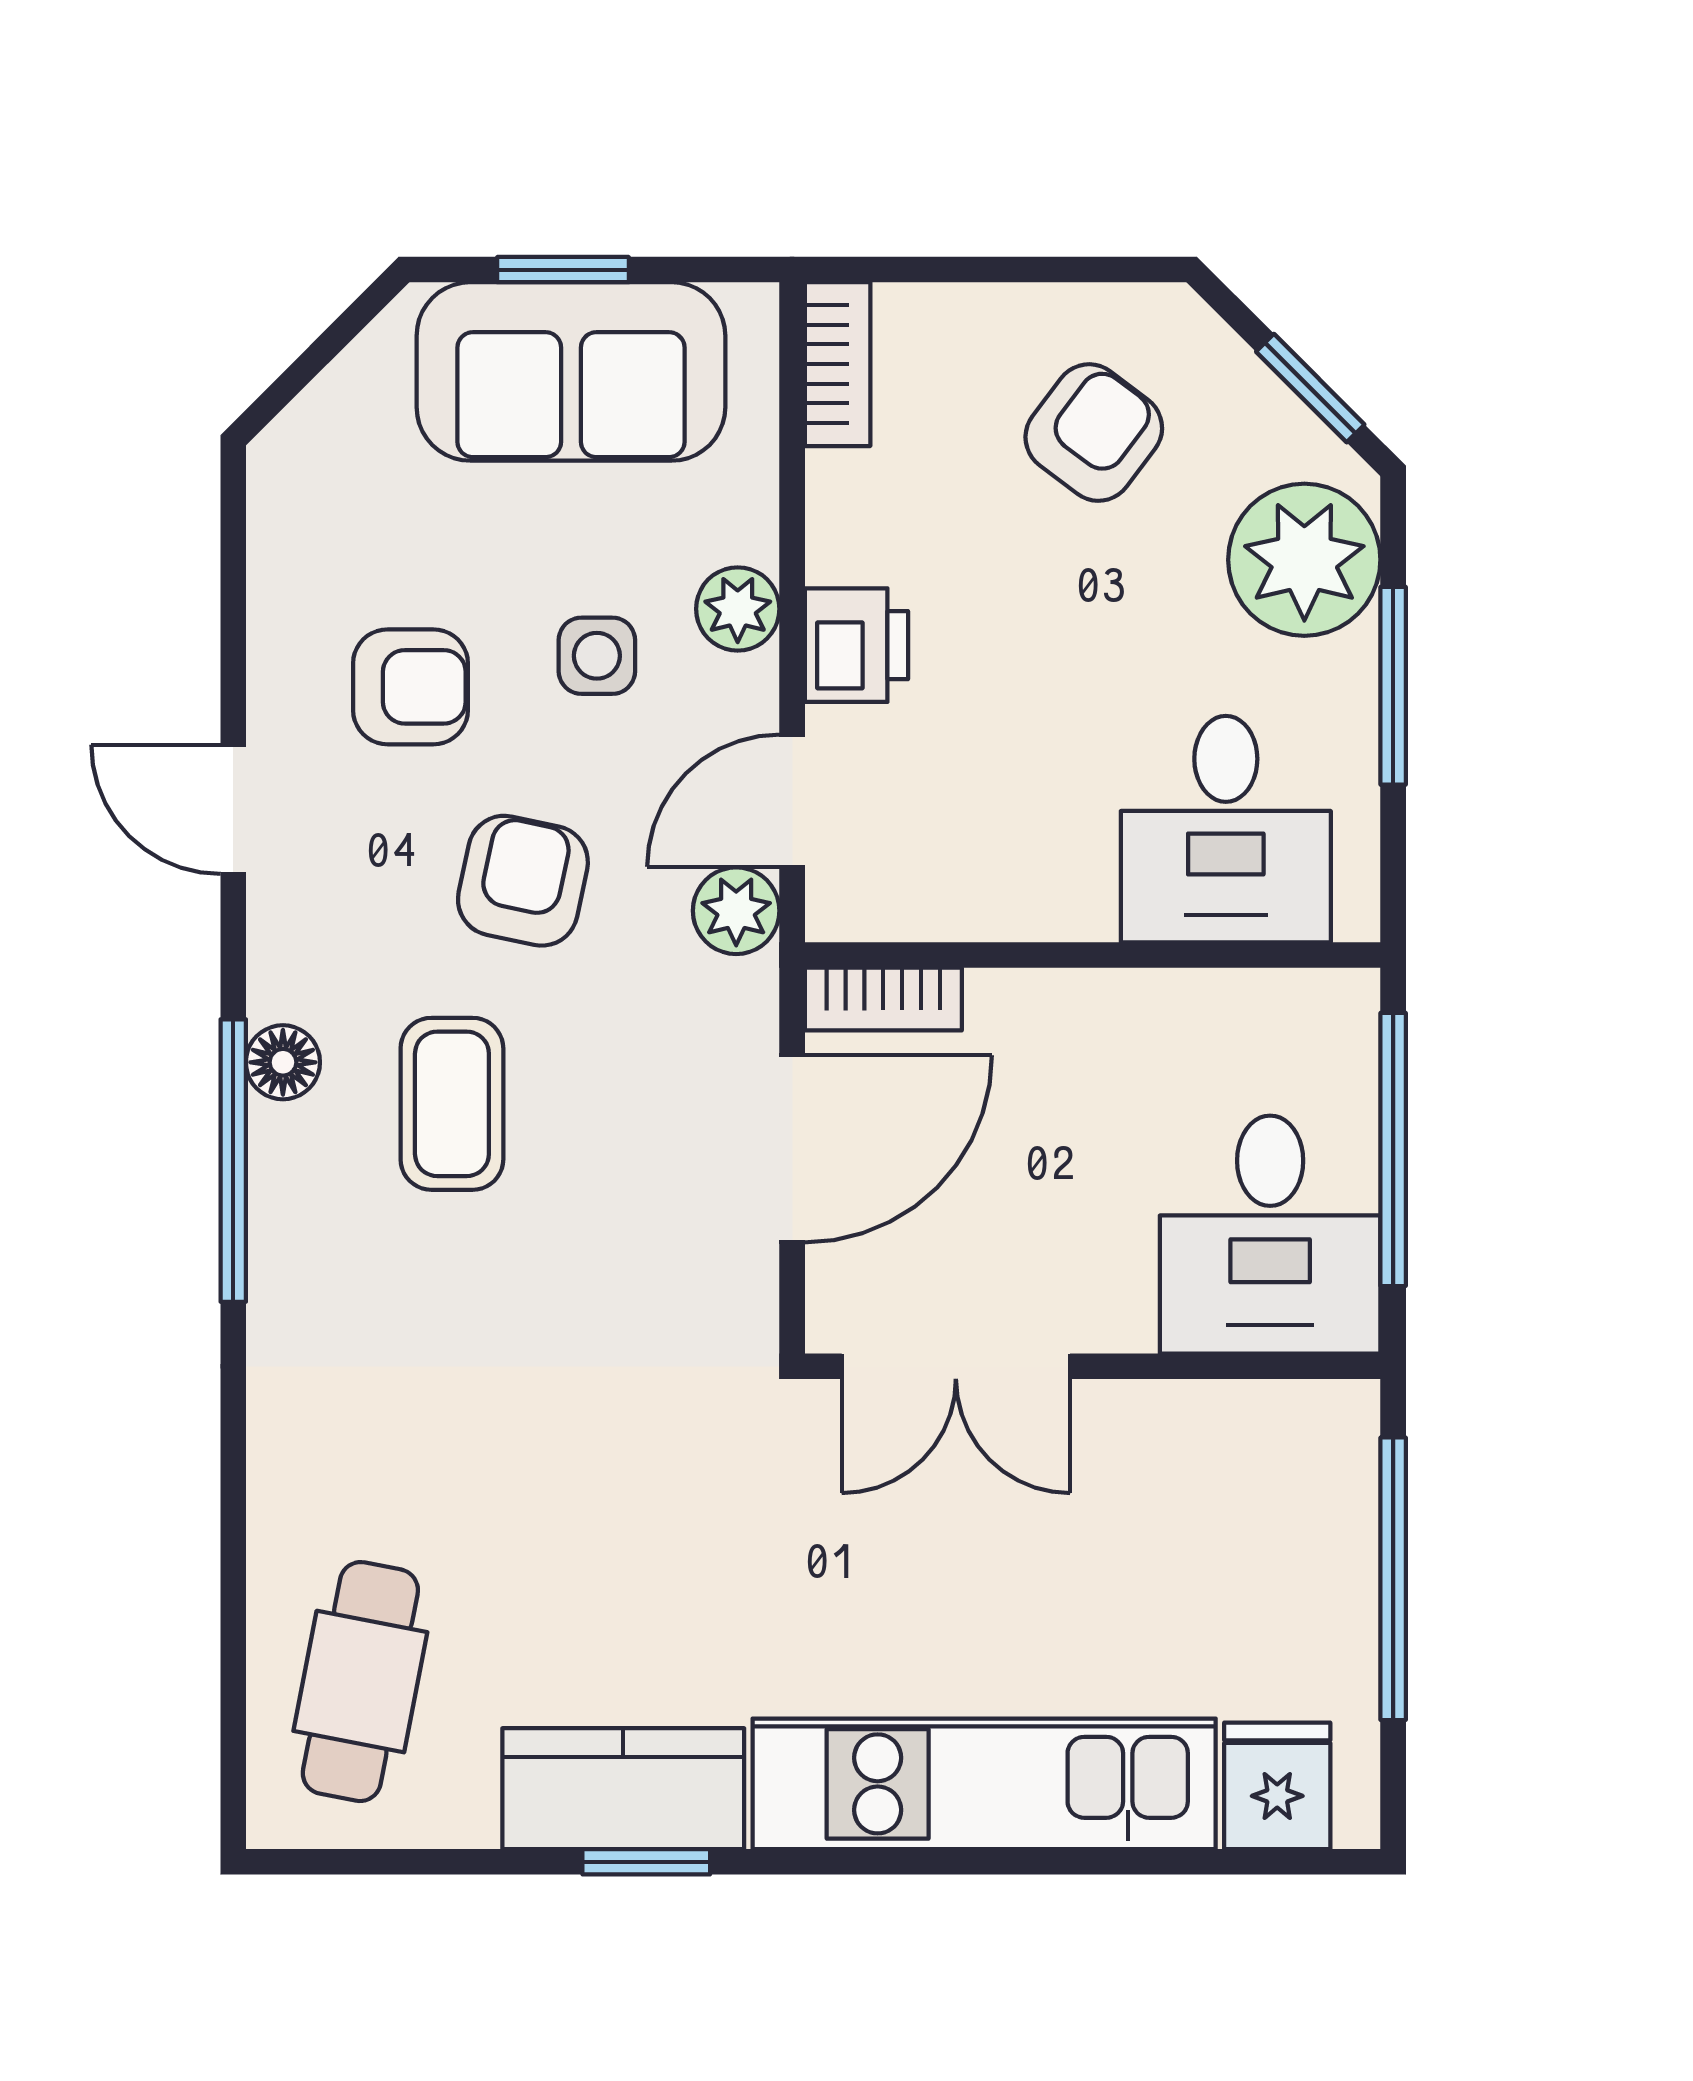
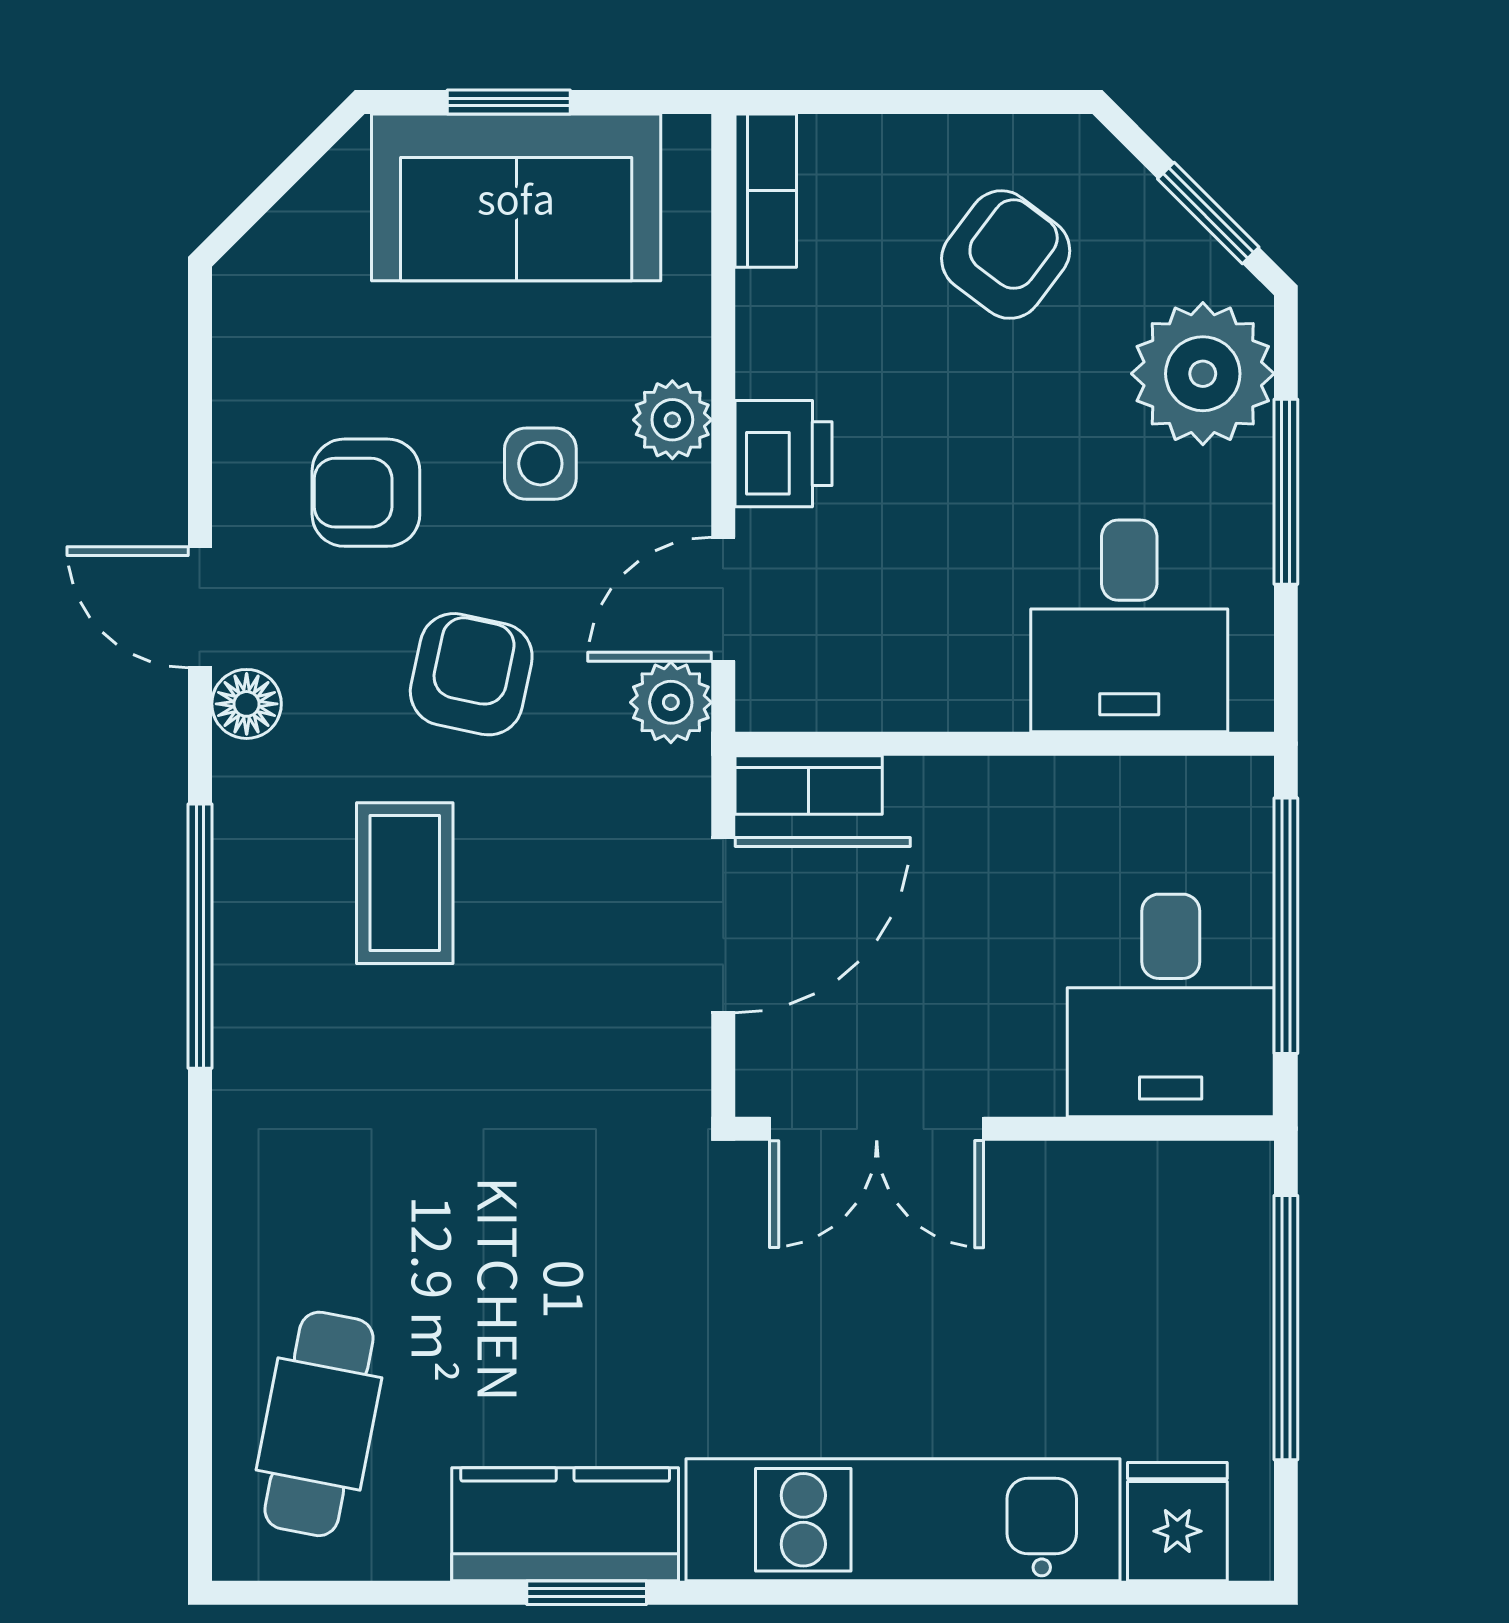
armchair: (410, 687) -> (366, 493), turned 180
floor lamp: (283, 1062) -> (247, 704), moved

